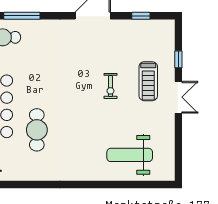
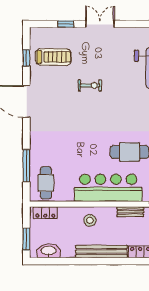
treadmill: (148, 81) -> (53, 57), moved

